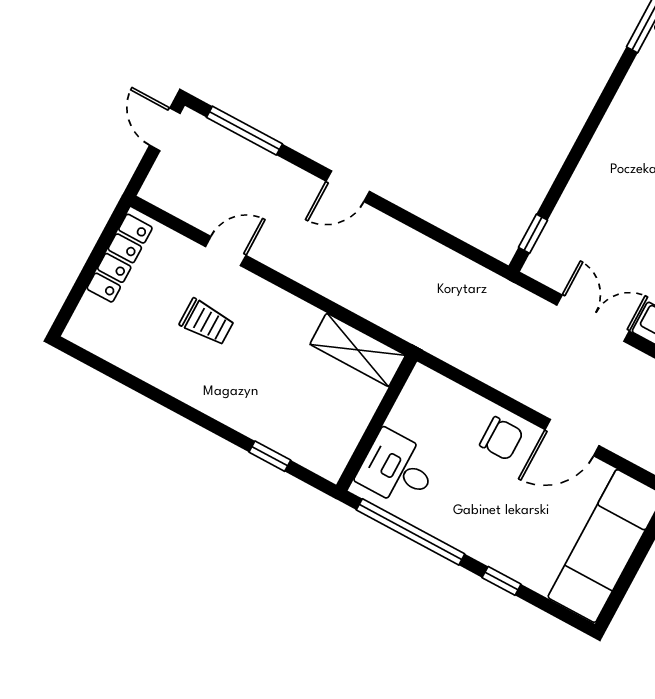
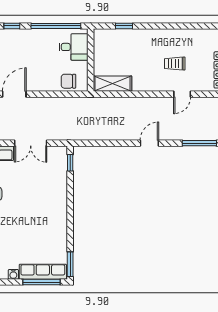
chair: (501, 439) -> (68, 81), moved

